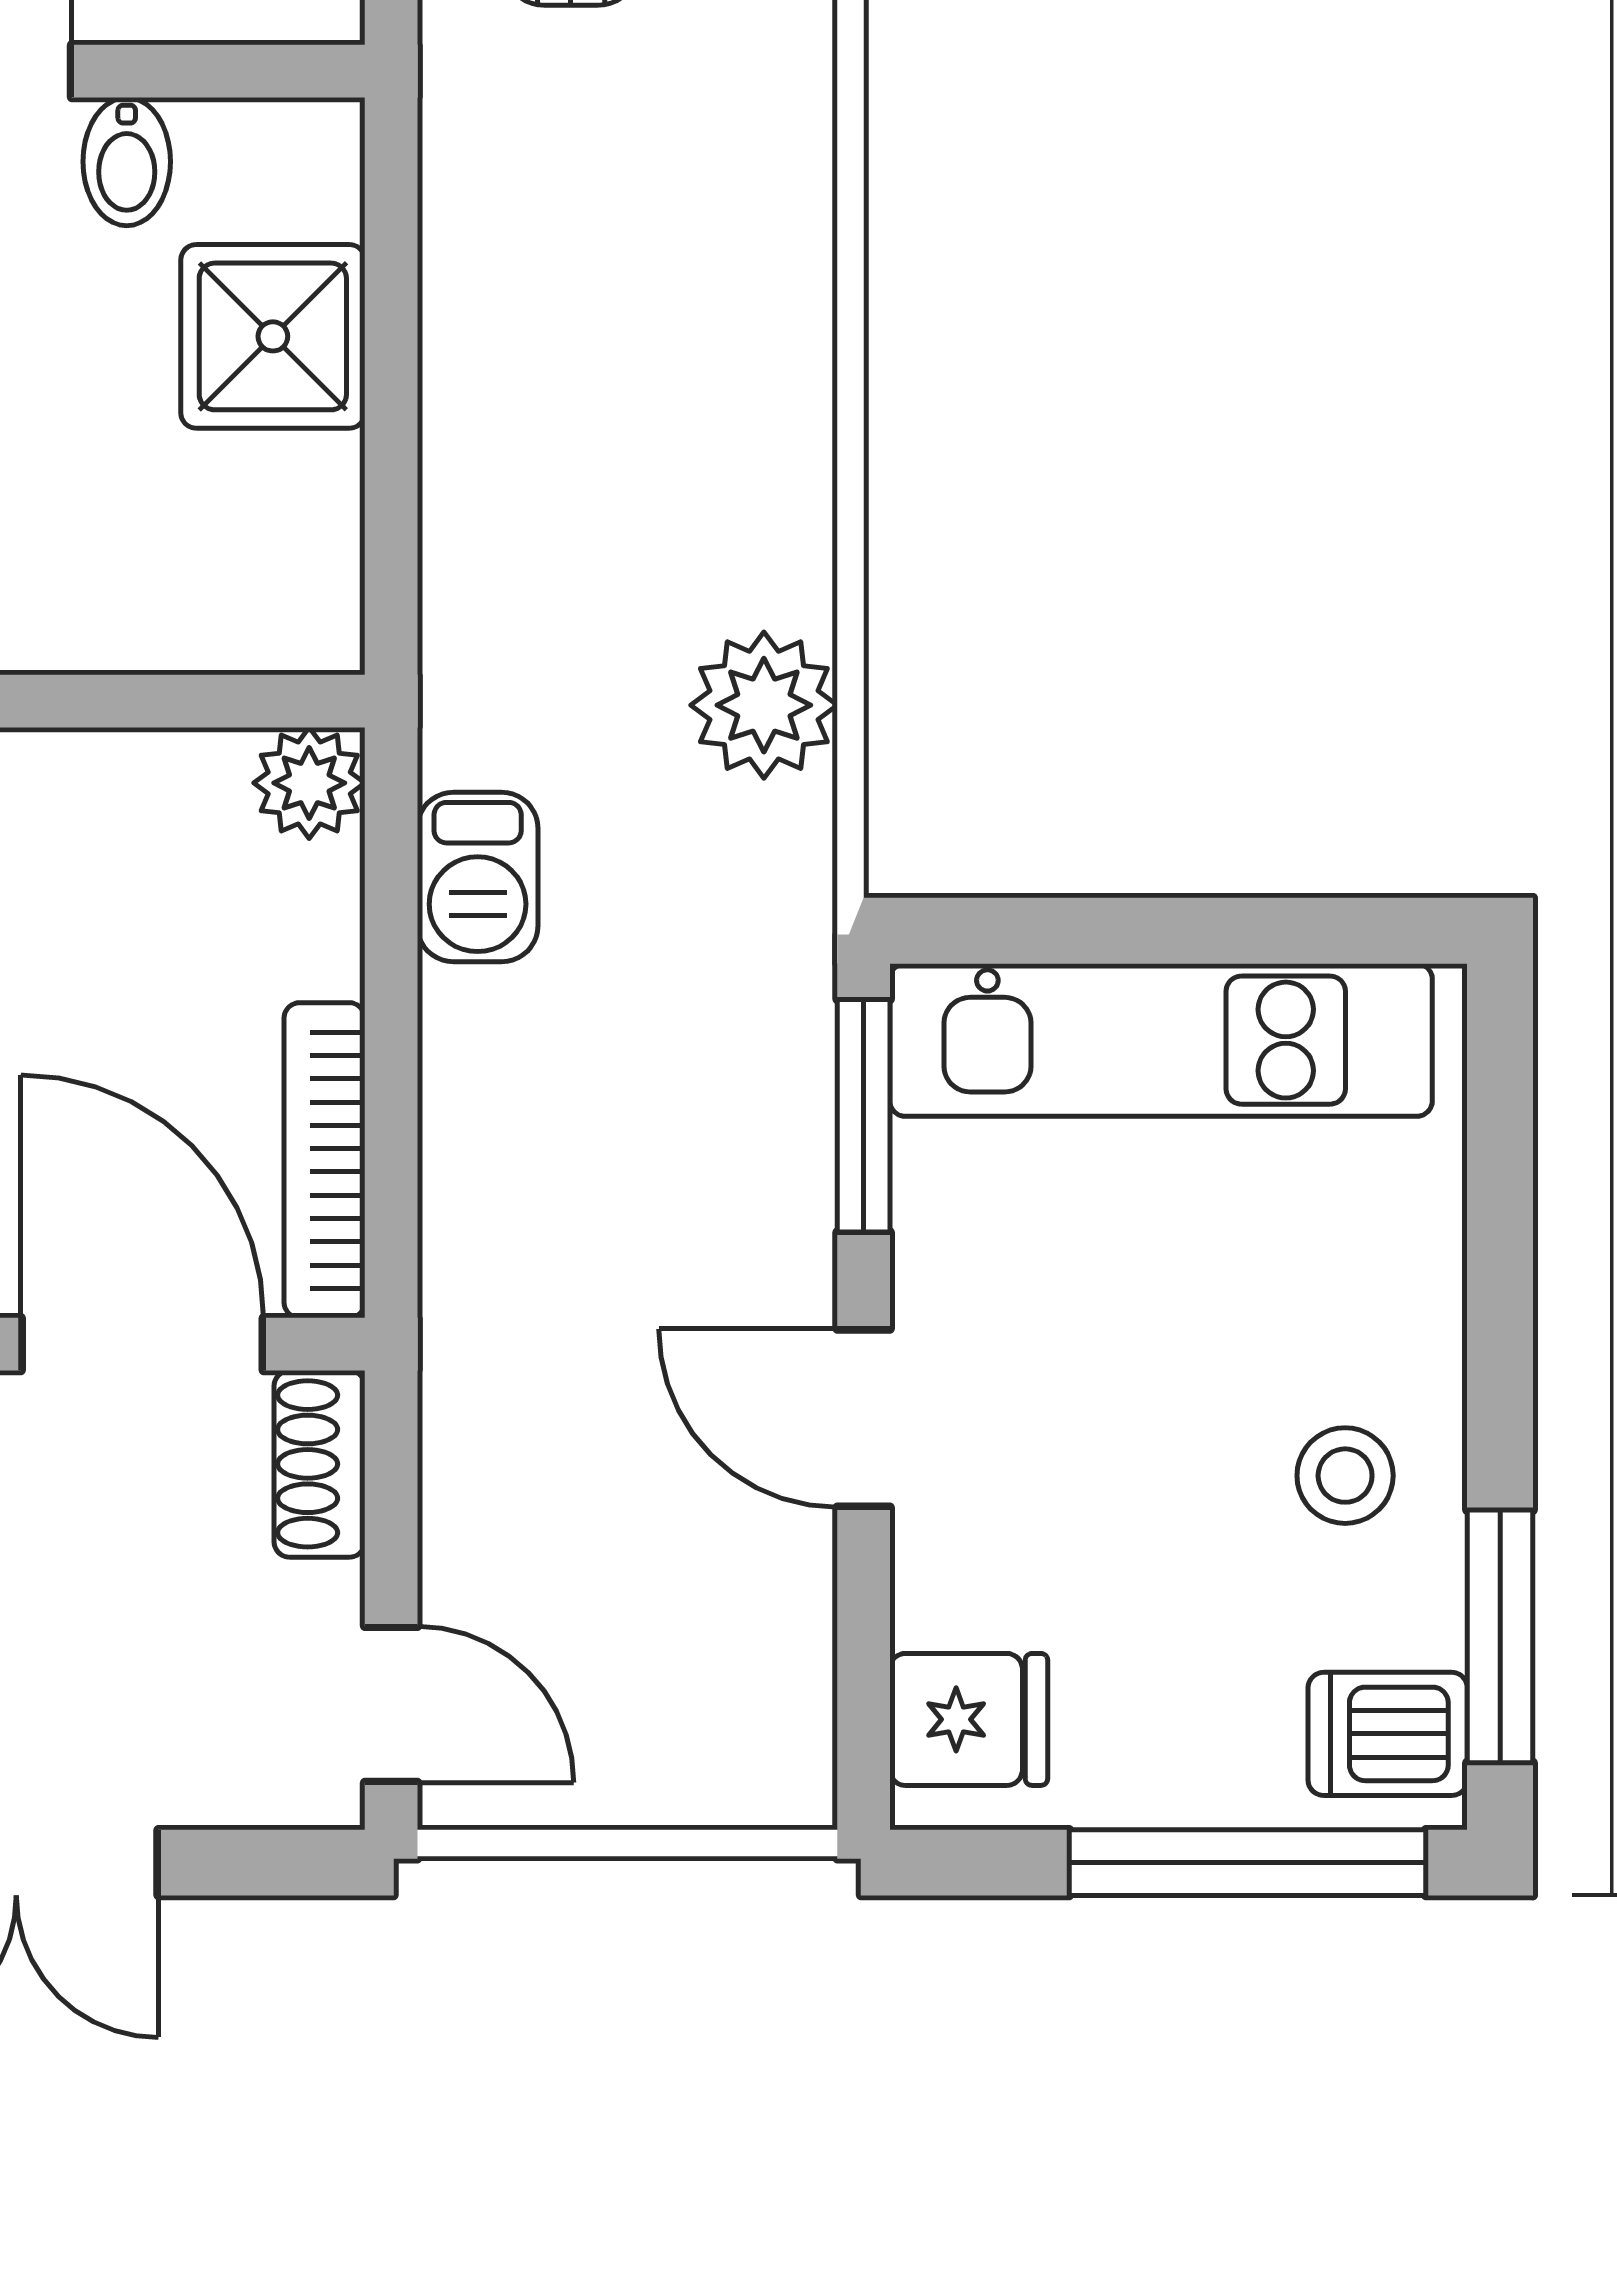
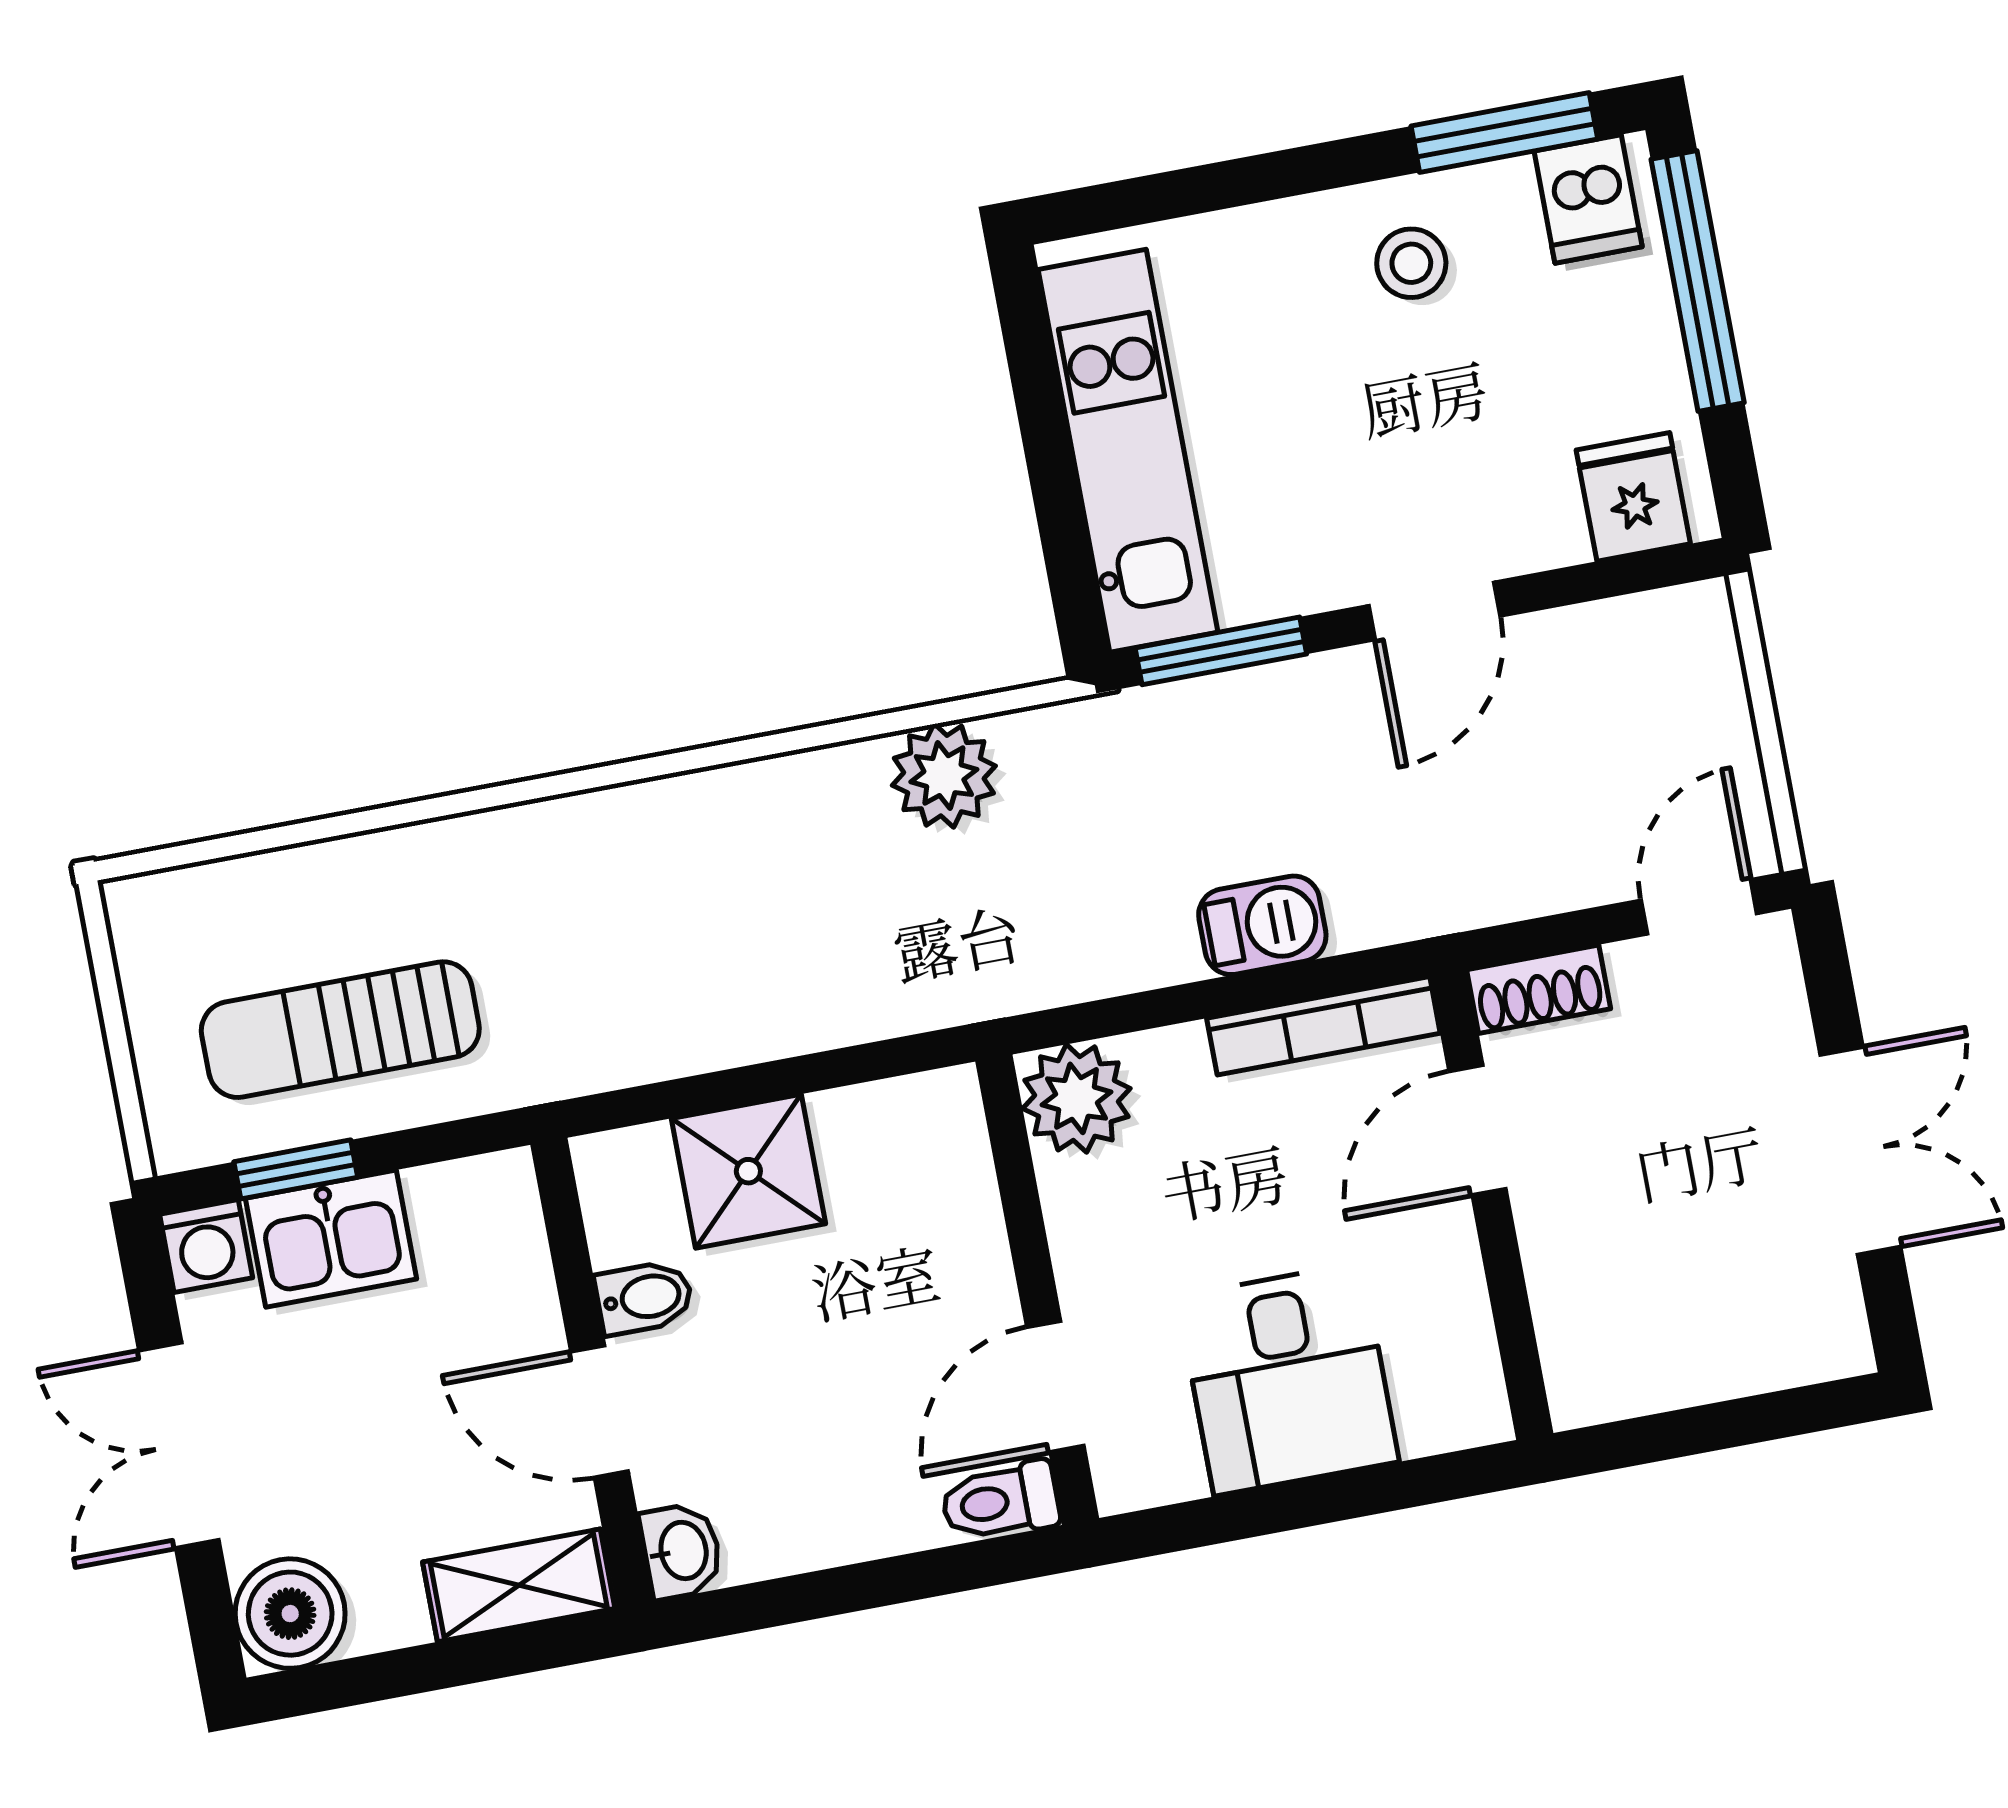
plant: (309, 783) -> (1076, 1098), width x1.38, depth x1.38
barbecue: (478, 877) -> (1262, 925), moved
door: (142, 1344) -> (1477, 1130), width x0.73

